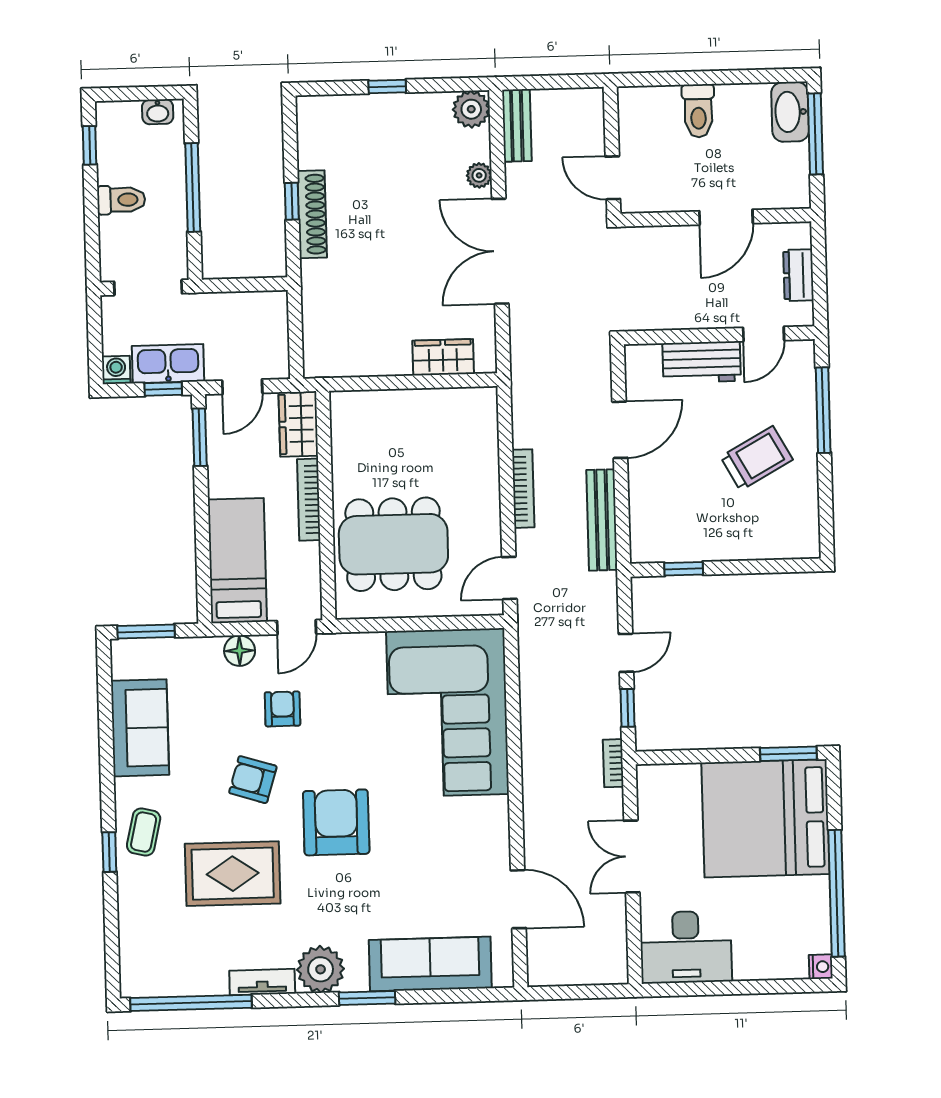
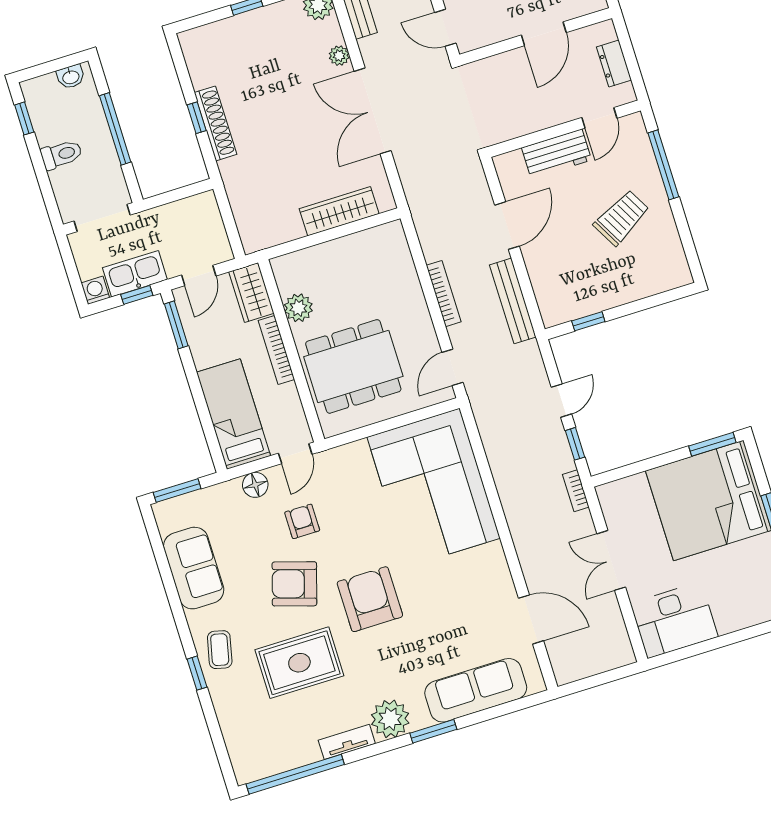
wardrobe: (443, 357) -> (339, 211), width x1.50
plant: (348, 457) -> (298, 308), added
armchair: (253, 780) -> (294, 584), width x1.38, depth x1.38

